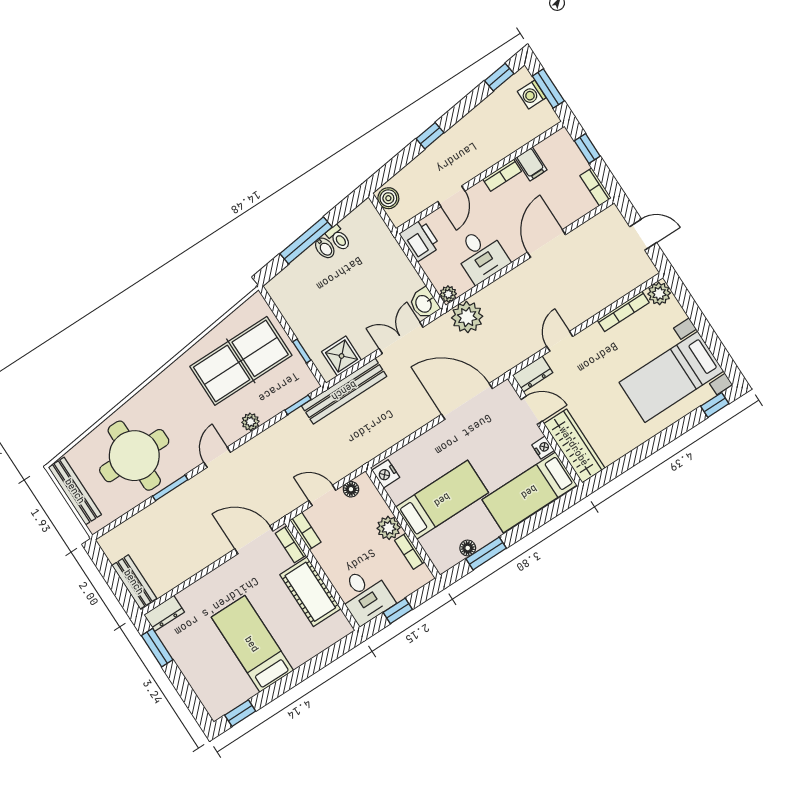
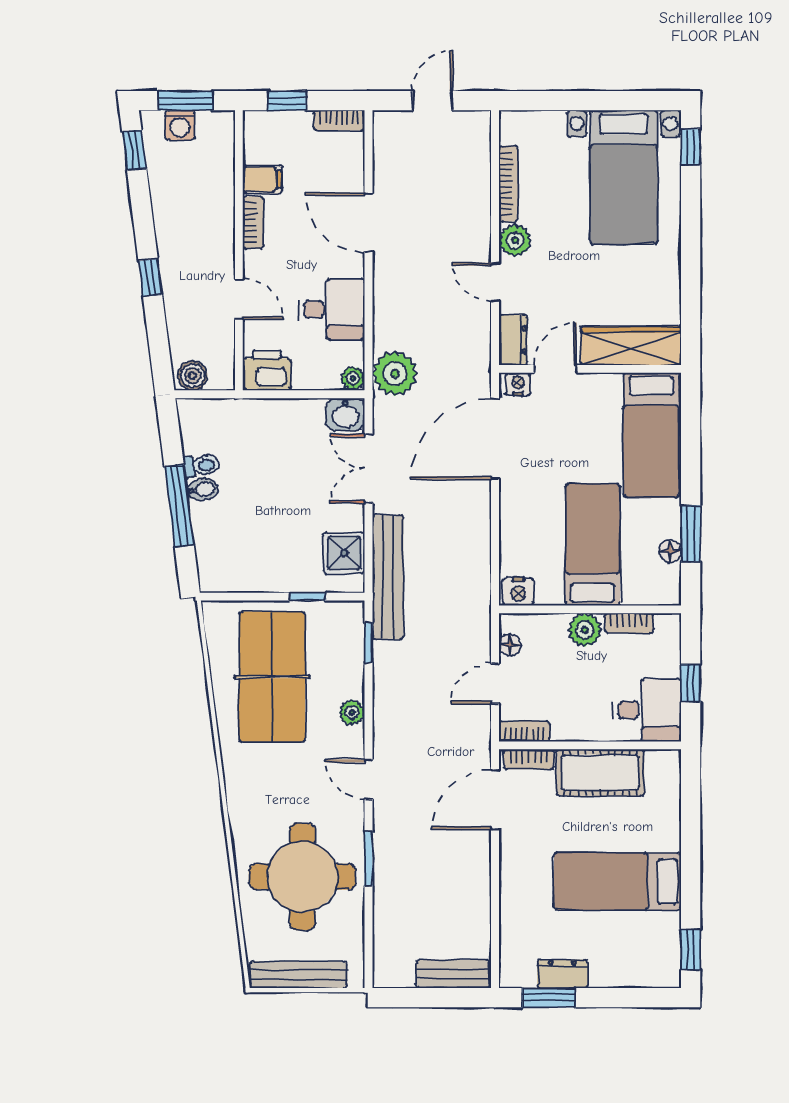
plant: (659, 294) -> (515, 240), moved
nightstand: (543, 448) -> (518, 384), moved
dresser: (164, 613) -> (562, 974), moved, turned -90

